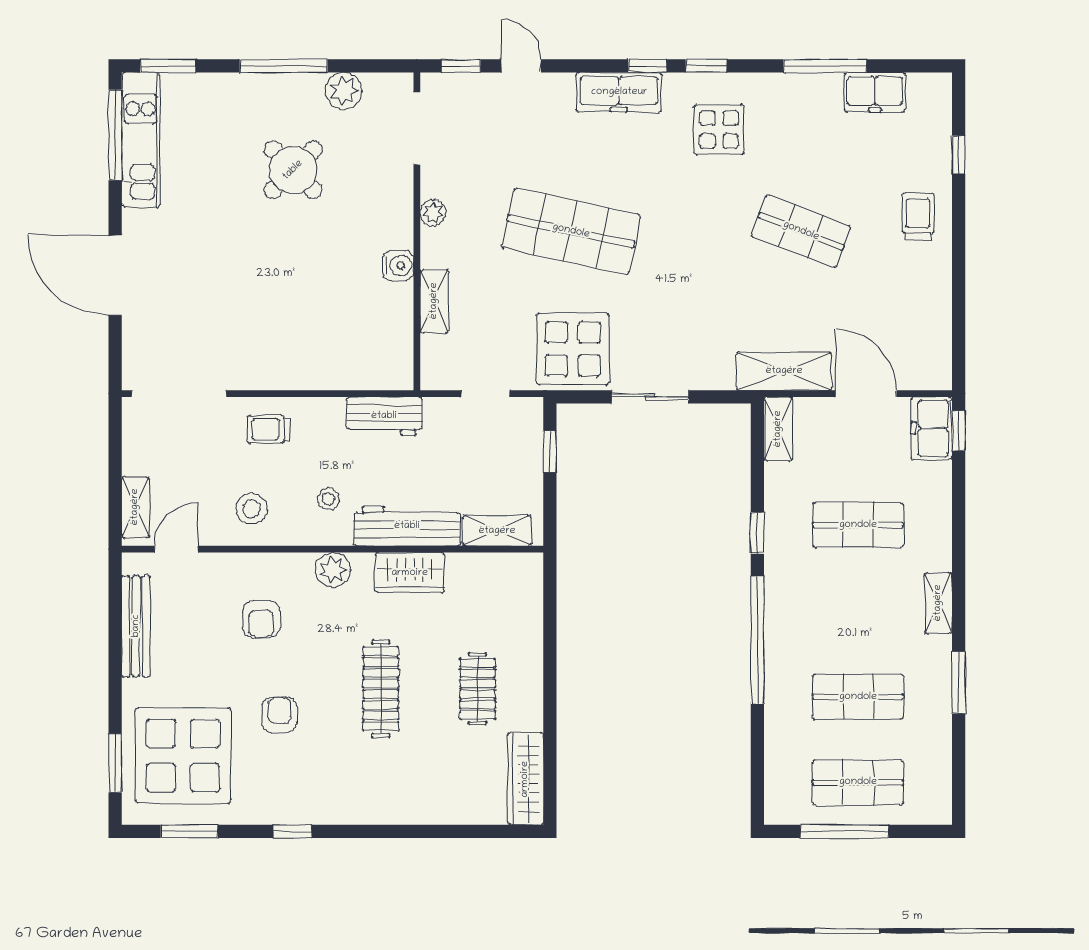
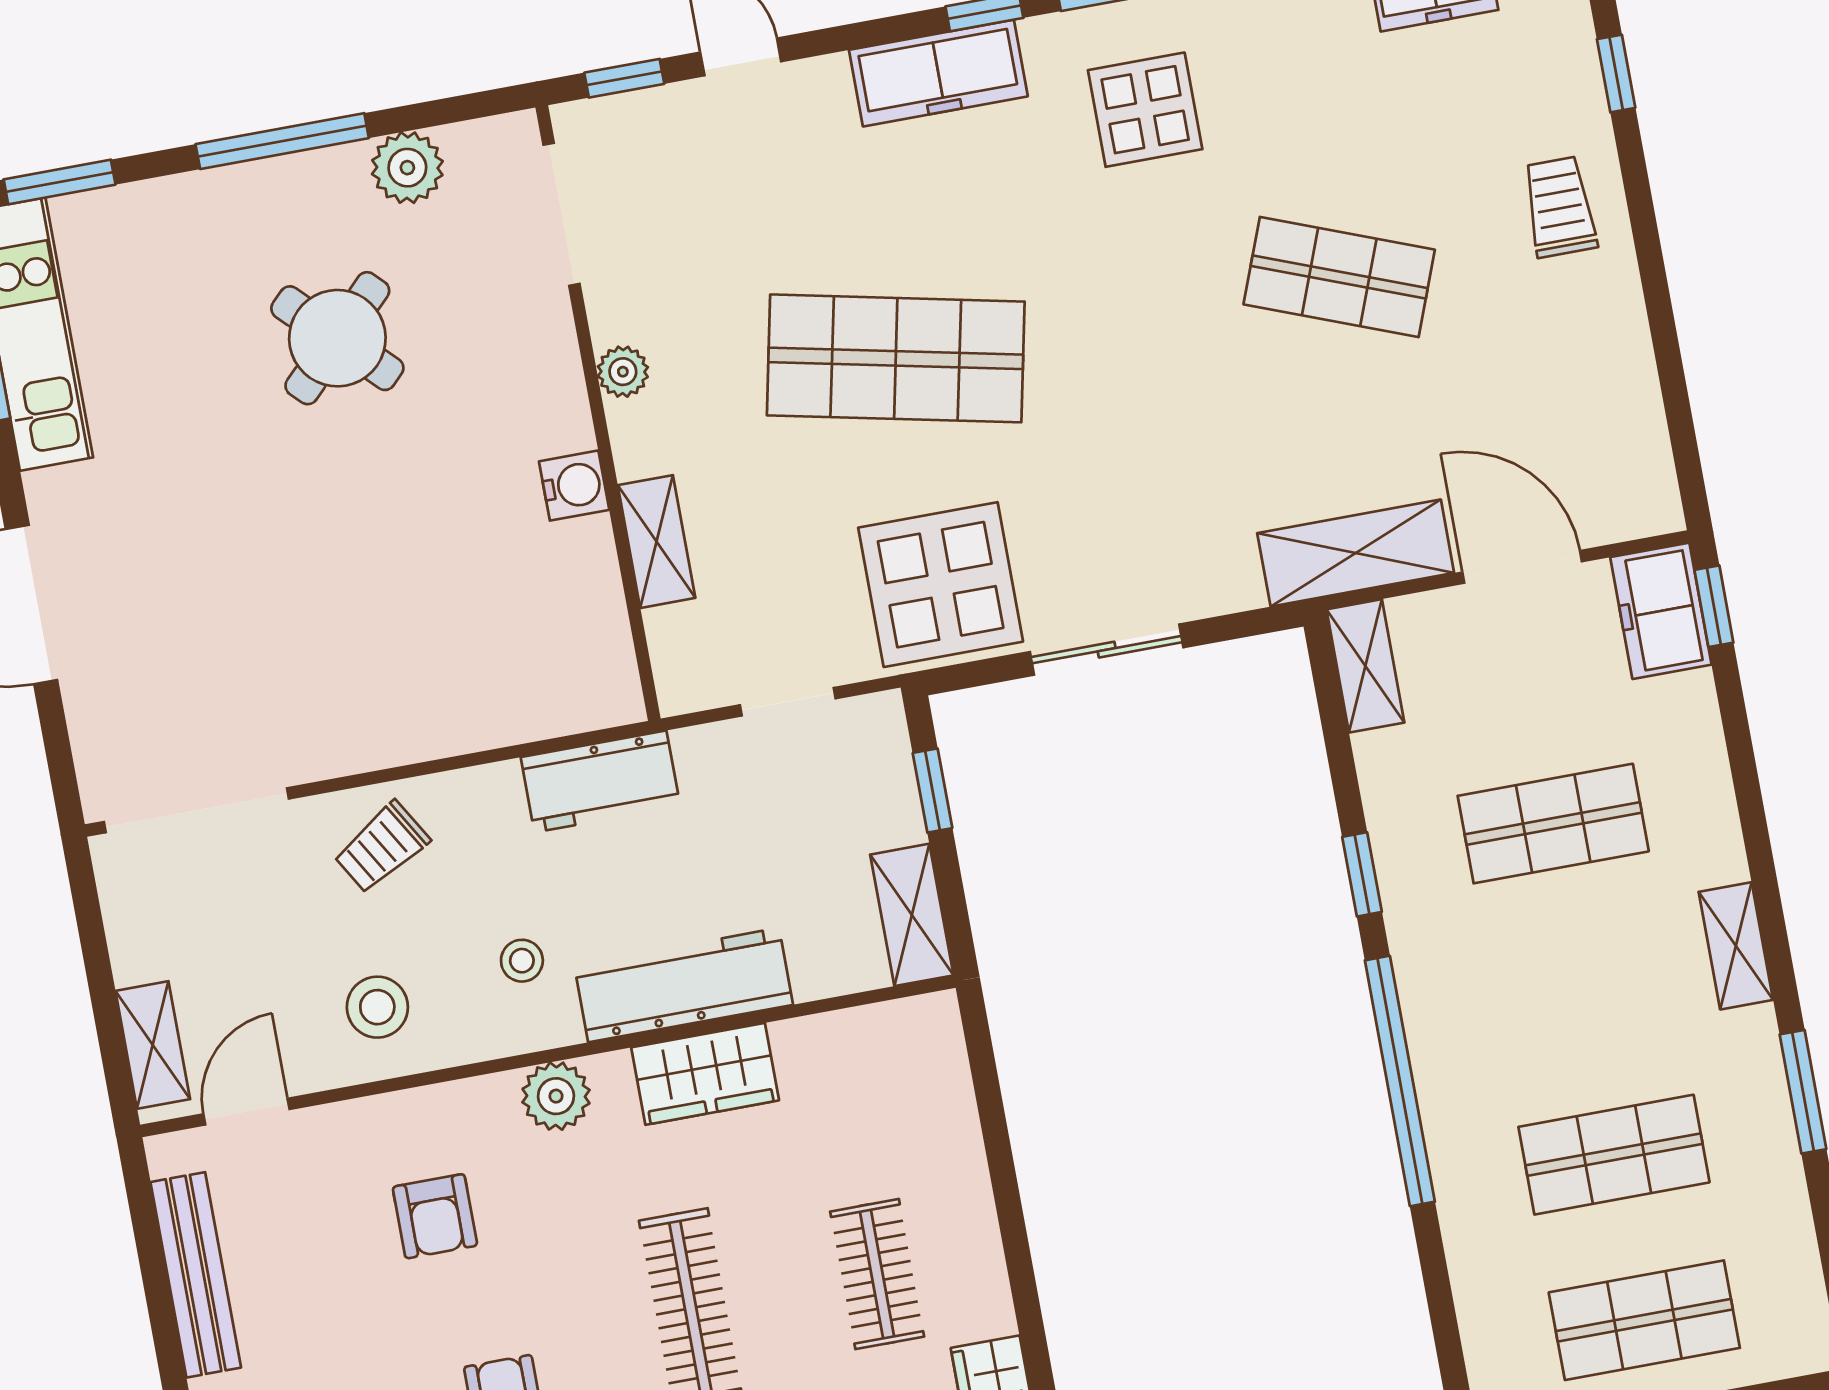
trolley: (268, 429) -> (382, 847), turned -31
shelving: (497, 531) -> (912, 915), moved, turned 90

